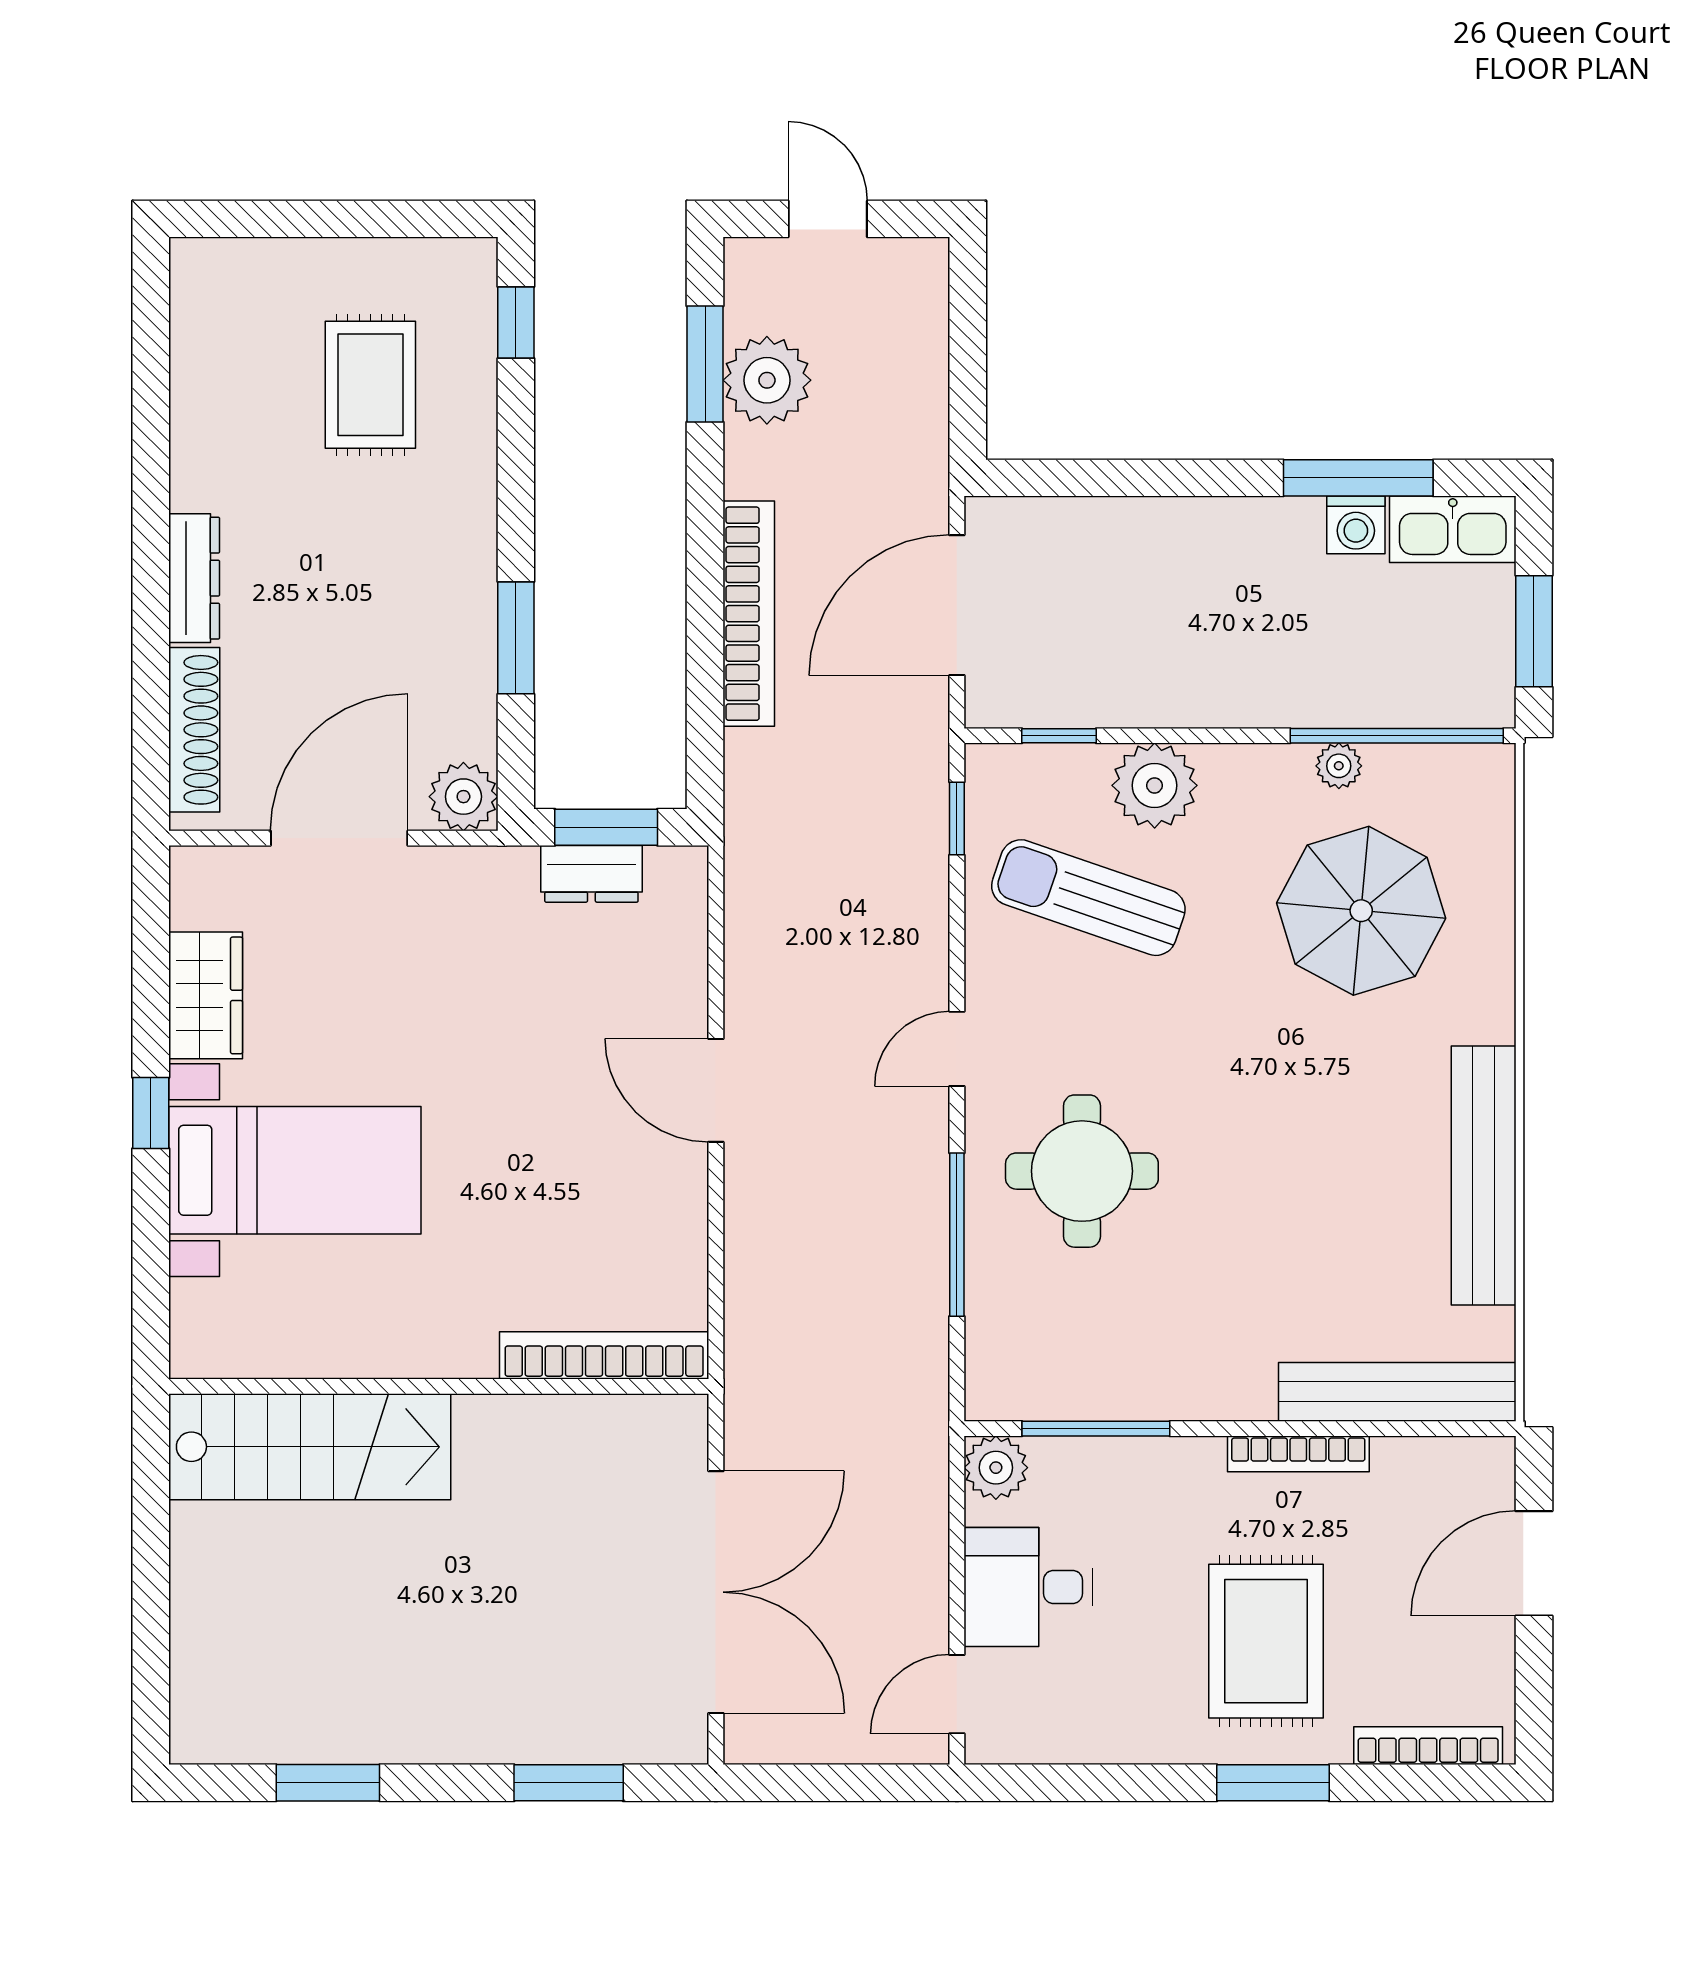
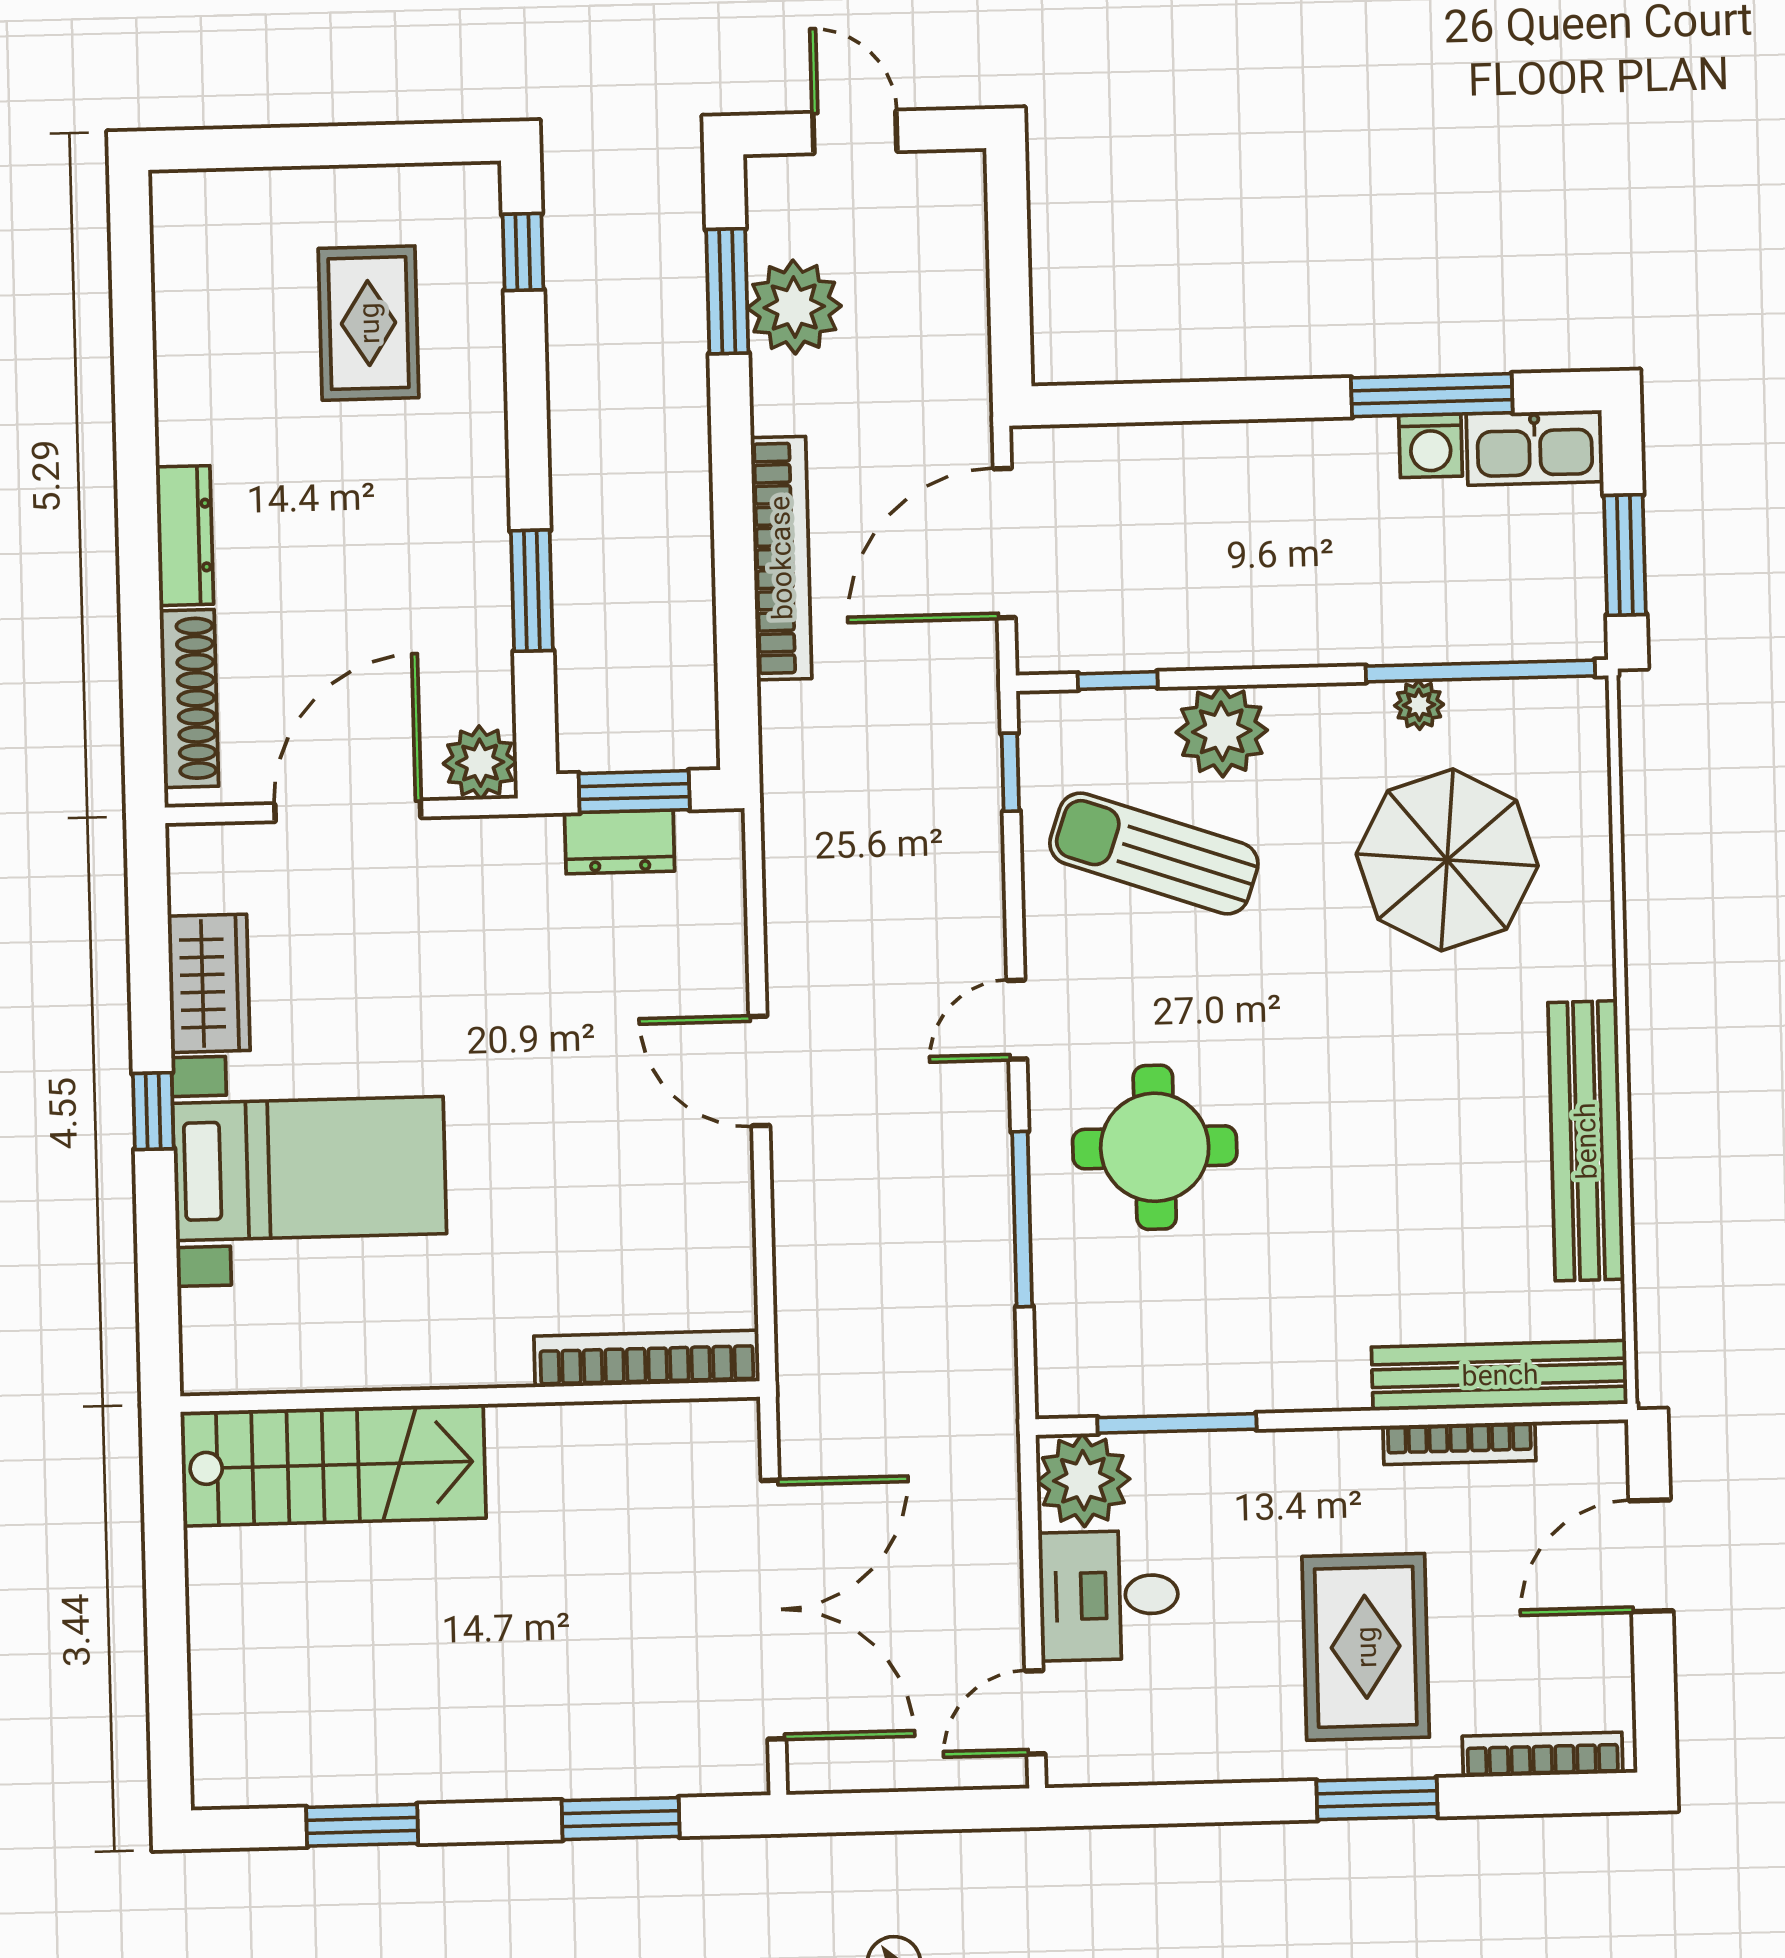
bookcase: (1298, 1454) -> (1459, 1443), moved
plant: (996, 1468) -> (1083, 1480), width x1.36, depth x1.36

